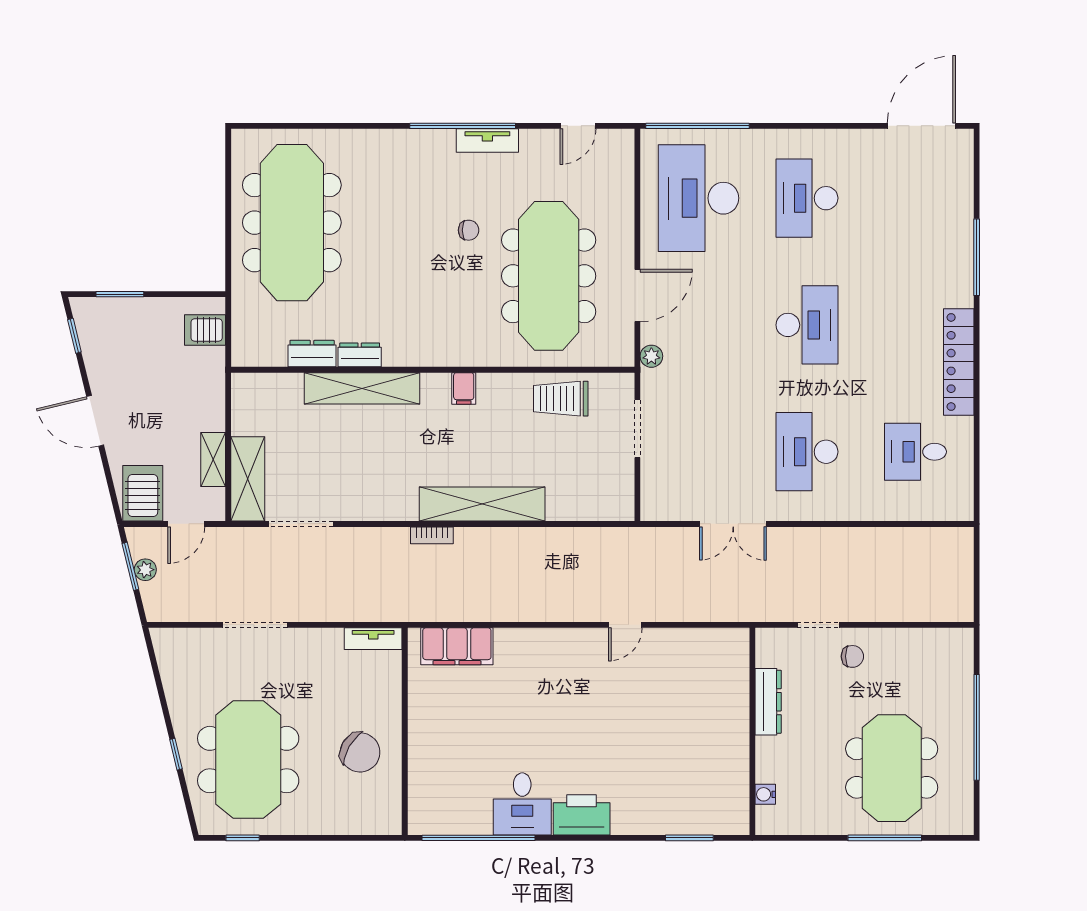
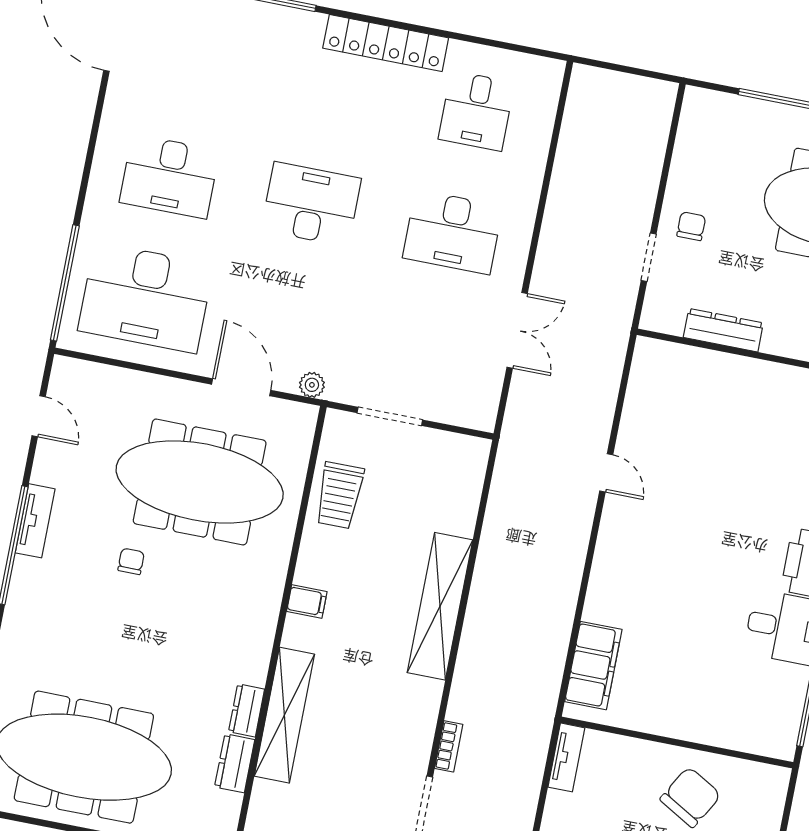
bookcase: (432, 535) -> (449, 746), moved

